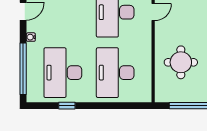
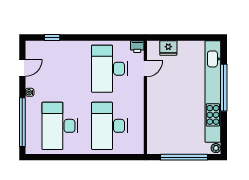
round table: (181, 62) -> (172, 116), removed
window: (67, 106) -> (64, 157), removed

